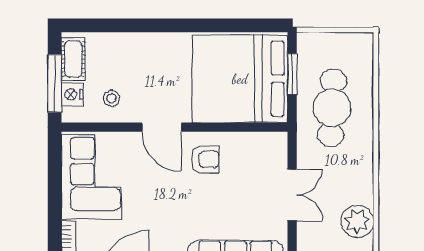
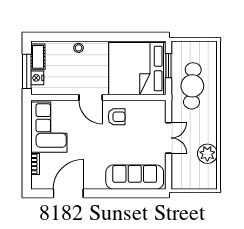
stool: (112, 98) -> (79, 48), moved

